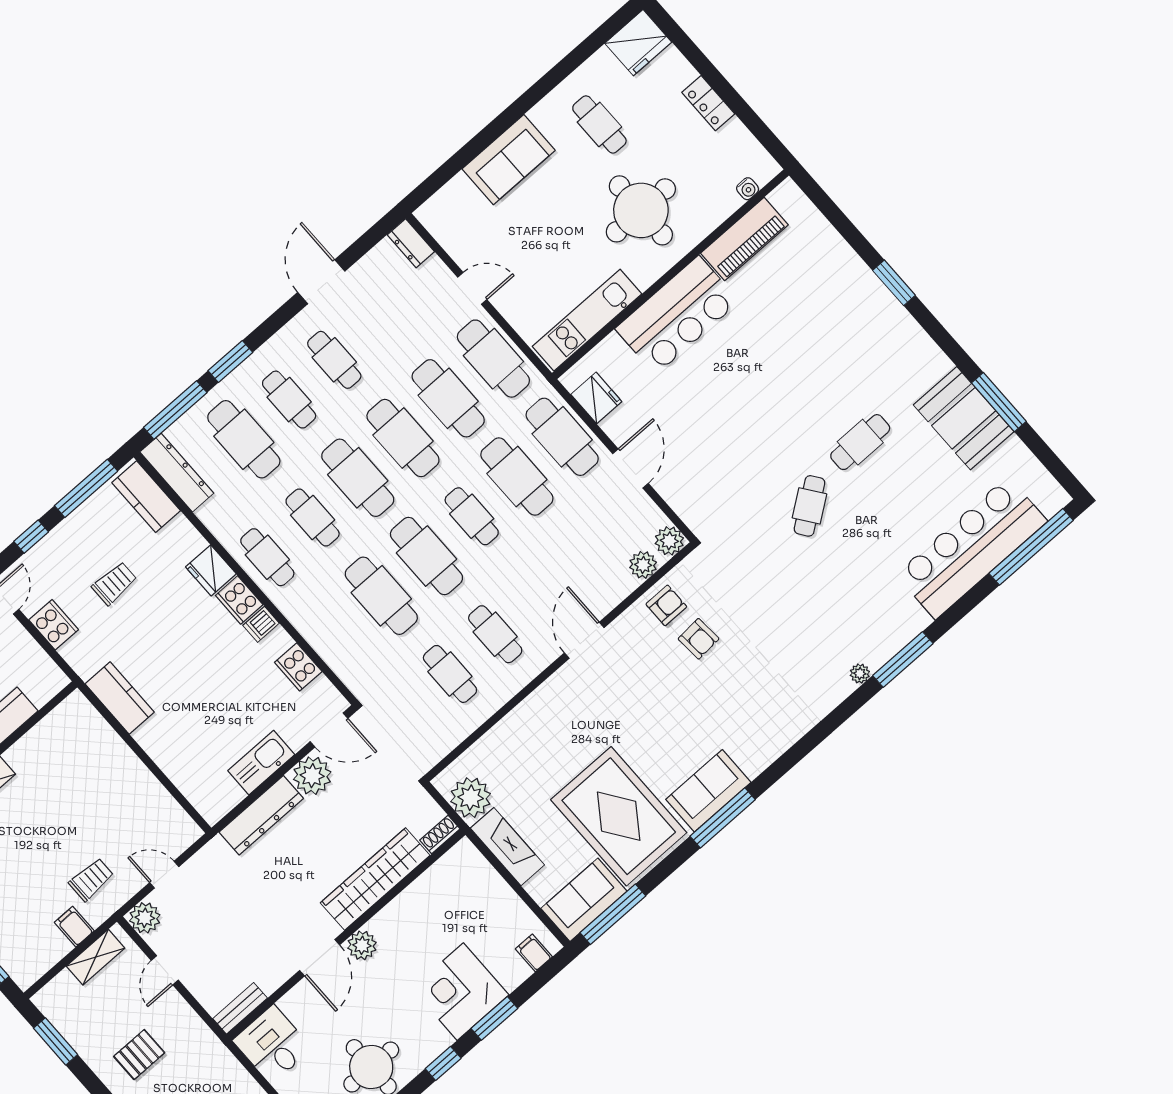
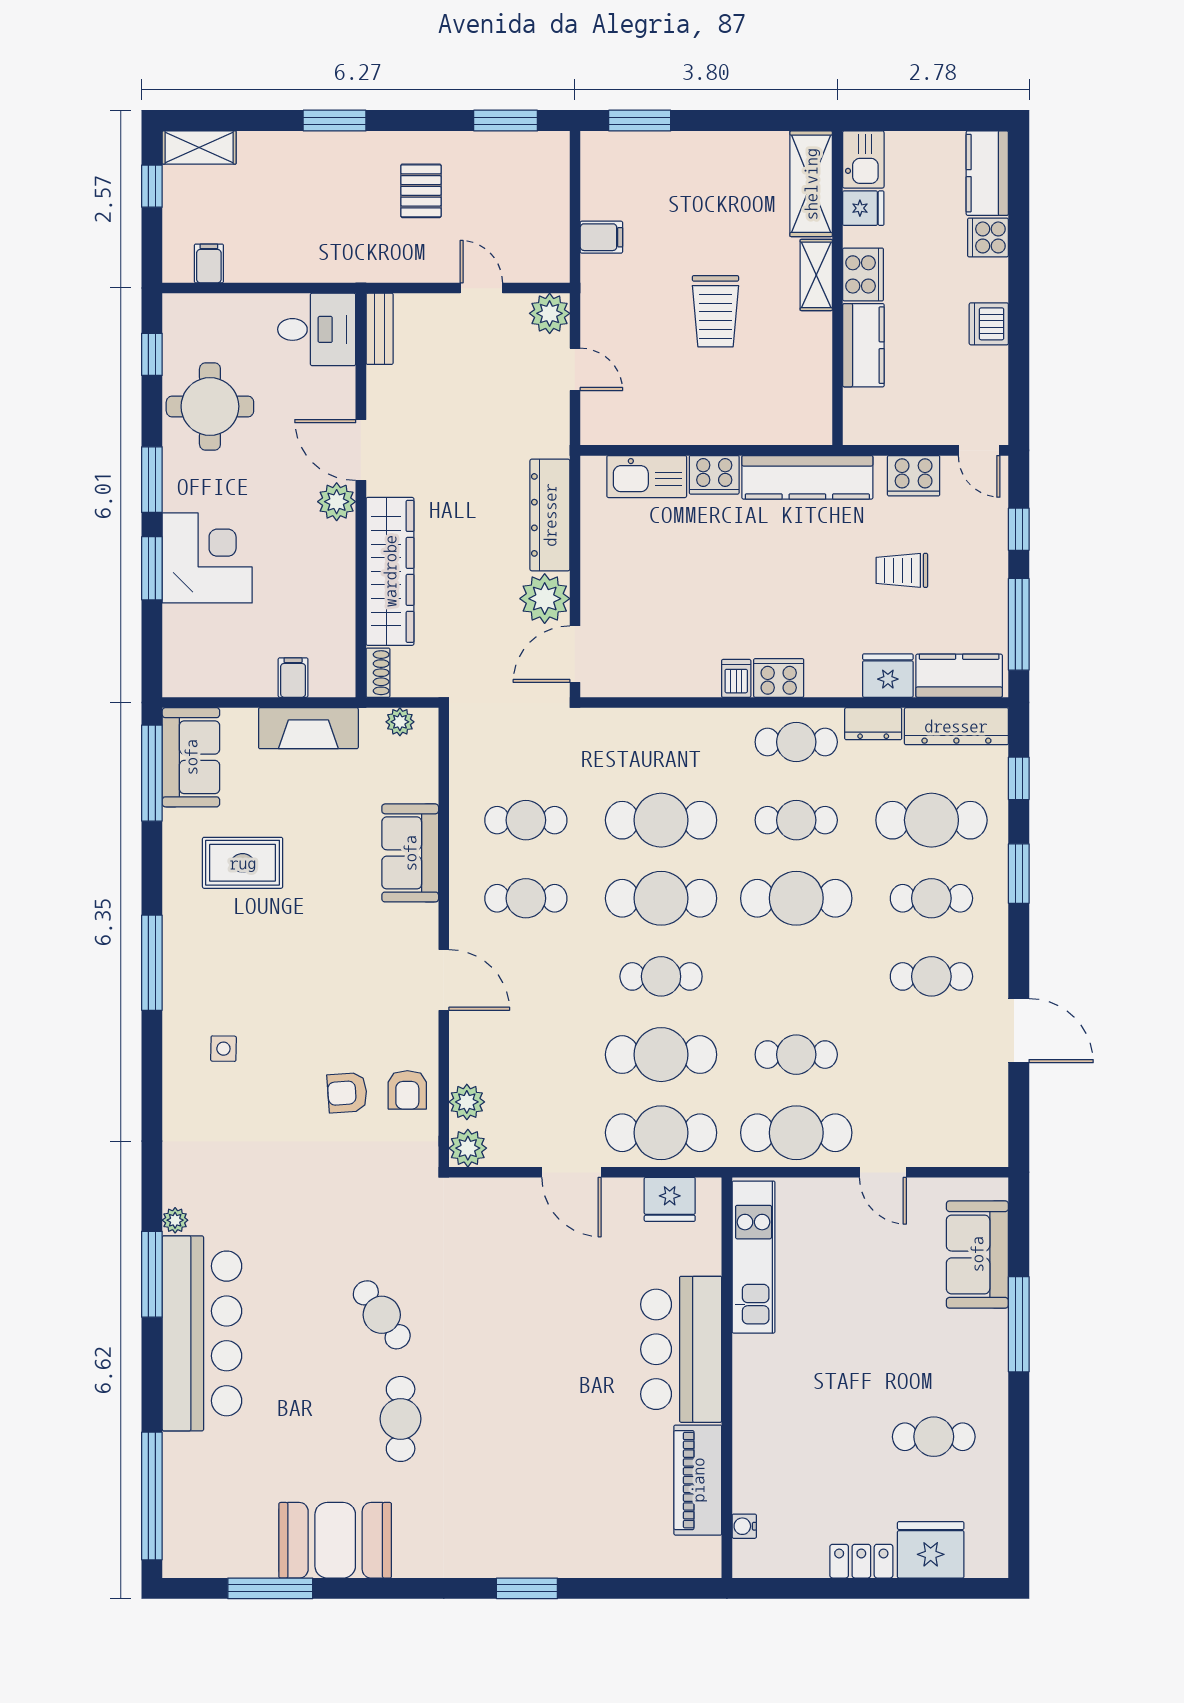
fridge: (638, 43) -> (931, 1550), moved, turned 90
window: (491, 132) -> (1019, 1324), added
sofa: (509, 160) -> (977, 1254), moved
round table: (641, 210) -> (814, 1404), removed
dresser: (411, 243) -> (873, 724), moved, turned 180
door: (472, 288) -> (883, 1172), hinge flipped
cafe table: (448, 398) -> (796, 1055), width x0.73, depth x0.74
window: (999, 402) -> (270, 1588), moved
window: (175, 410) -> (1019, 778), width x0.46
cafe table: (403, 438) -> (796, 976), removed
bar counter: (972, 548) -> (202, 1333), moved
fridge: (211, 570) -> (888, 676), moved
trolley: (114, 583) -> (902, 570), turned 90
cooker: (298, 667) -> (714, 475), moved, turned 180
kitchen counter: (120, 698) -> (807, 477), width x1.50
side table: (736, 733) -> (223, 1049), added
kitchen sink: (261, 763) -> (647, 477), moved, turned 90
sofa: (708, 791) -> (410, 853), moved, turned 180
plant: (471, 798) -> (400, 722), width x0.53, depth x0.53
rug: (619, 816) -> (243, 863), width x0.54, depth x0.49
door: (164, 875) -> (575, 369), hinge flipped
trolley: (91, 880) -> (715, 311), moved, width x1.36, depth x1.39
filing cabinet: (534, 953) -> (293, 678), moved, turned -90
shelving: (96, 957) -> (553, 232), removed
window: (443, 1063) -> (152, 480), width x1.50

